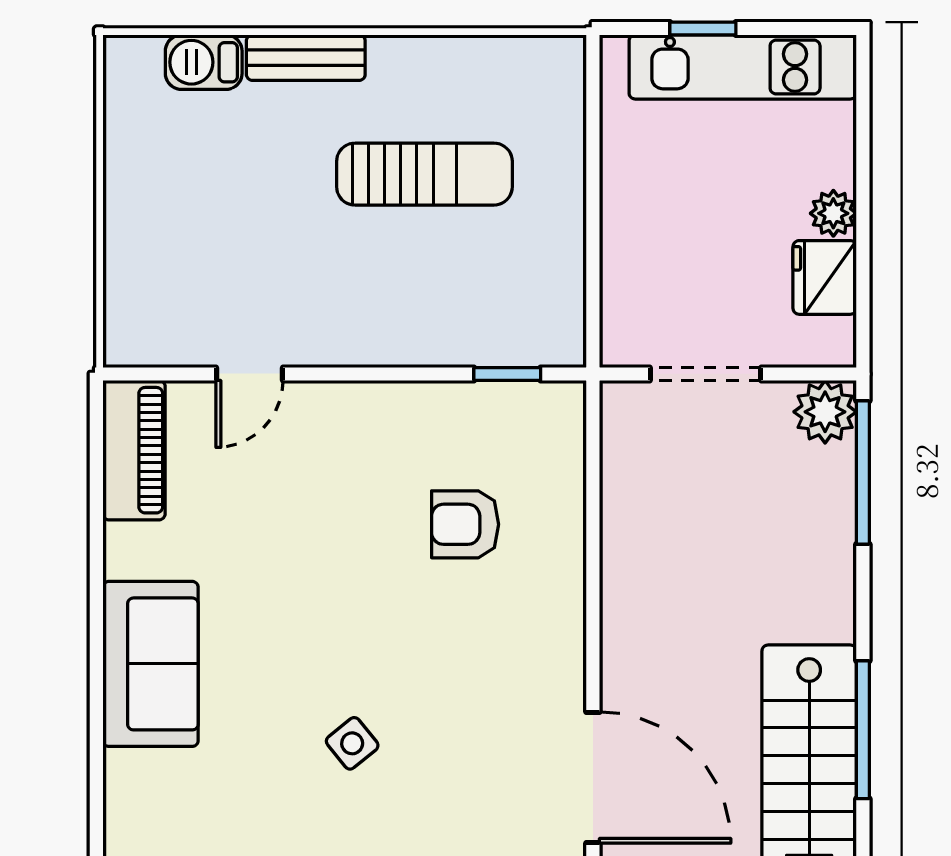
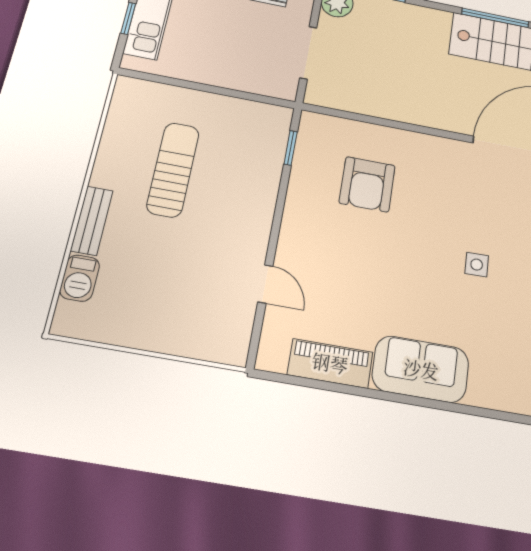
piano: (134, 450) -> (330, 363), moved
armchair: (465, 524) -> (367, 184), width x1.38, depth x1.38
side table: (352, 743) -> (477, 265), turned 38

